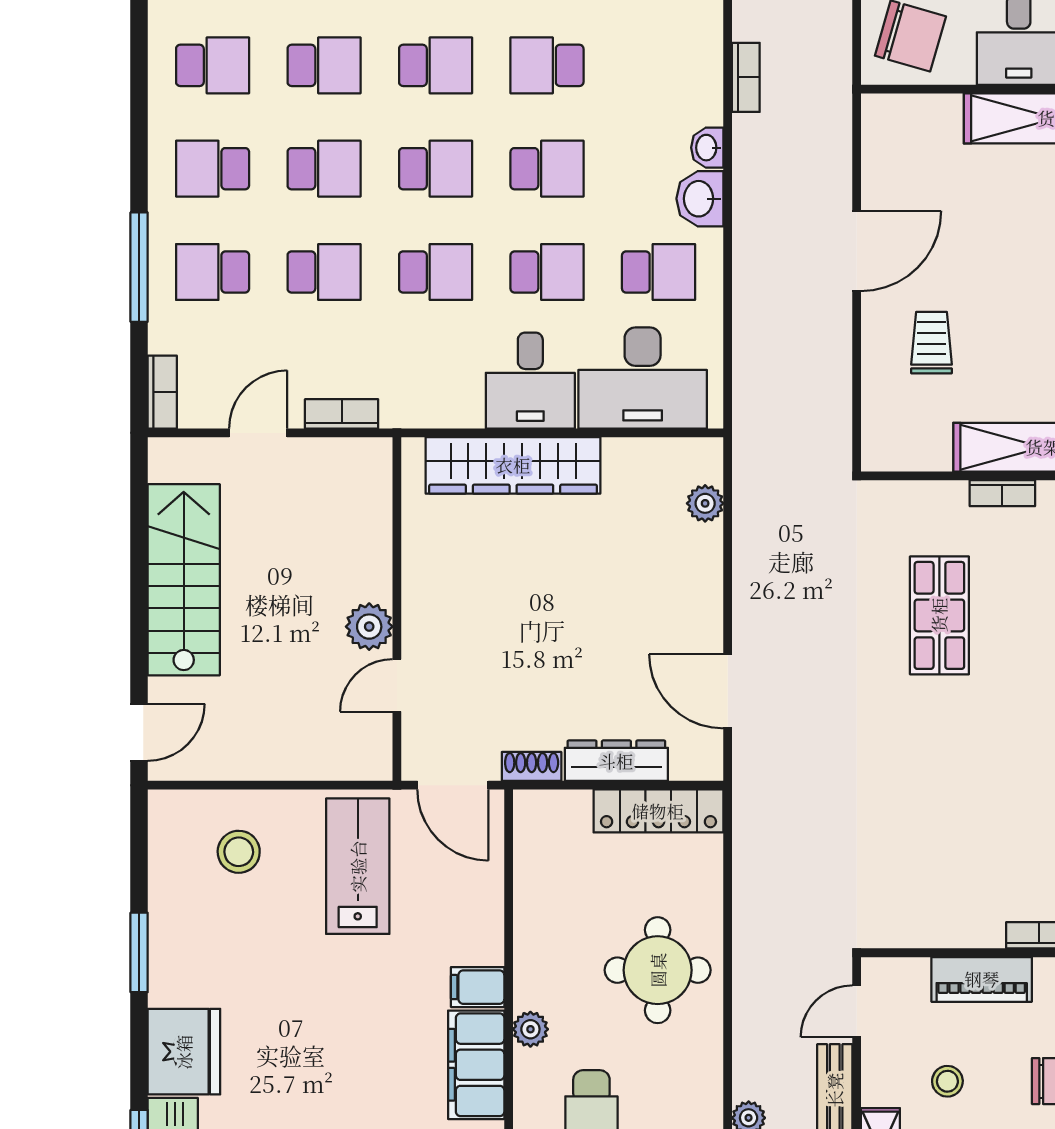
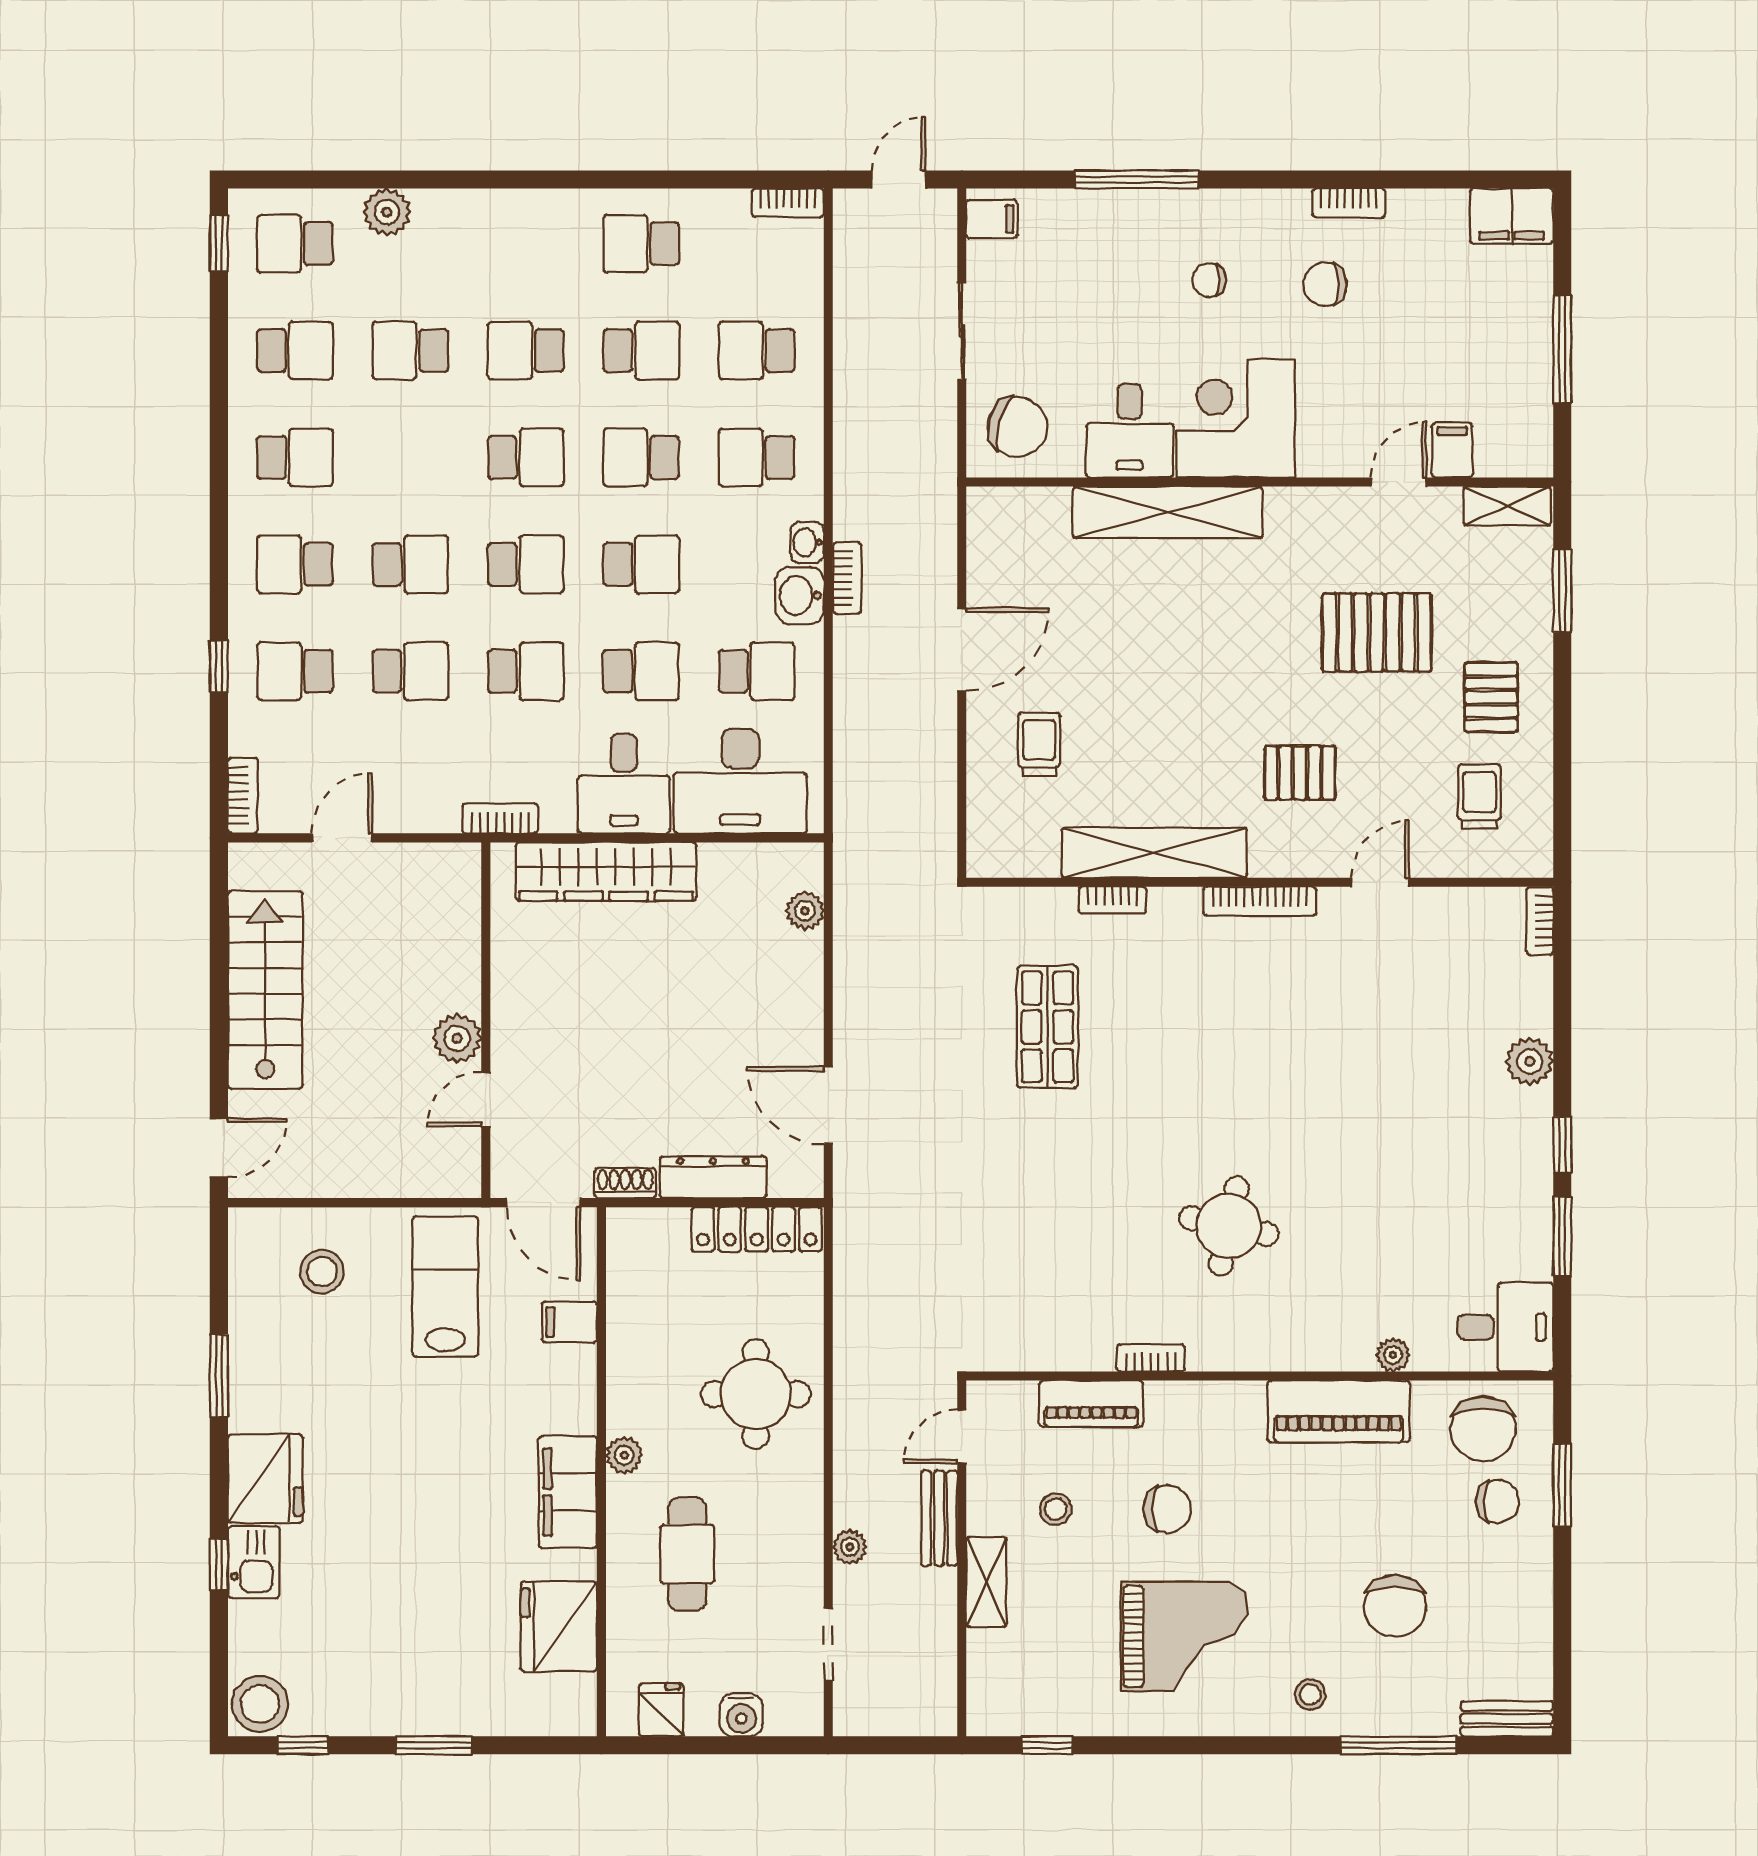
school desk: (324, 65) -> (757, 457), moved, turned 180
bookcase: (746, 77) -> (847, 578), moved
window: (139, 267) -> (219, 666), width x0.46
bookcase: (342, 414) -> (500, 818), moved
filing cabinet: (478, 987) -> (569, 1322), moved

